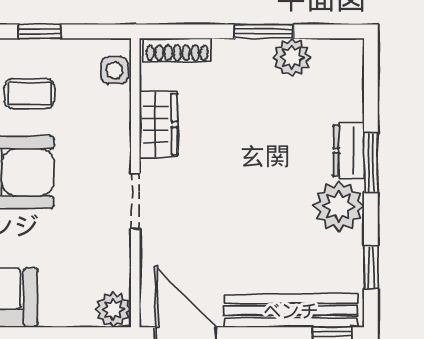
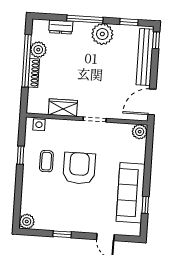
window: (264, 31) -> (27, 61), width x2.11
shoe rack: (177, 50) -> (34, 73), moved
dresser: (349, 151) -> (61, 27), moved
window: (371, 163) -> (85, 19), width x1.44

